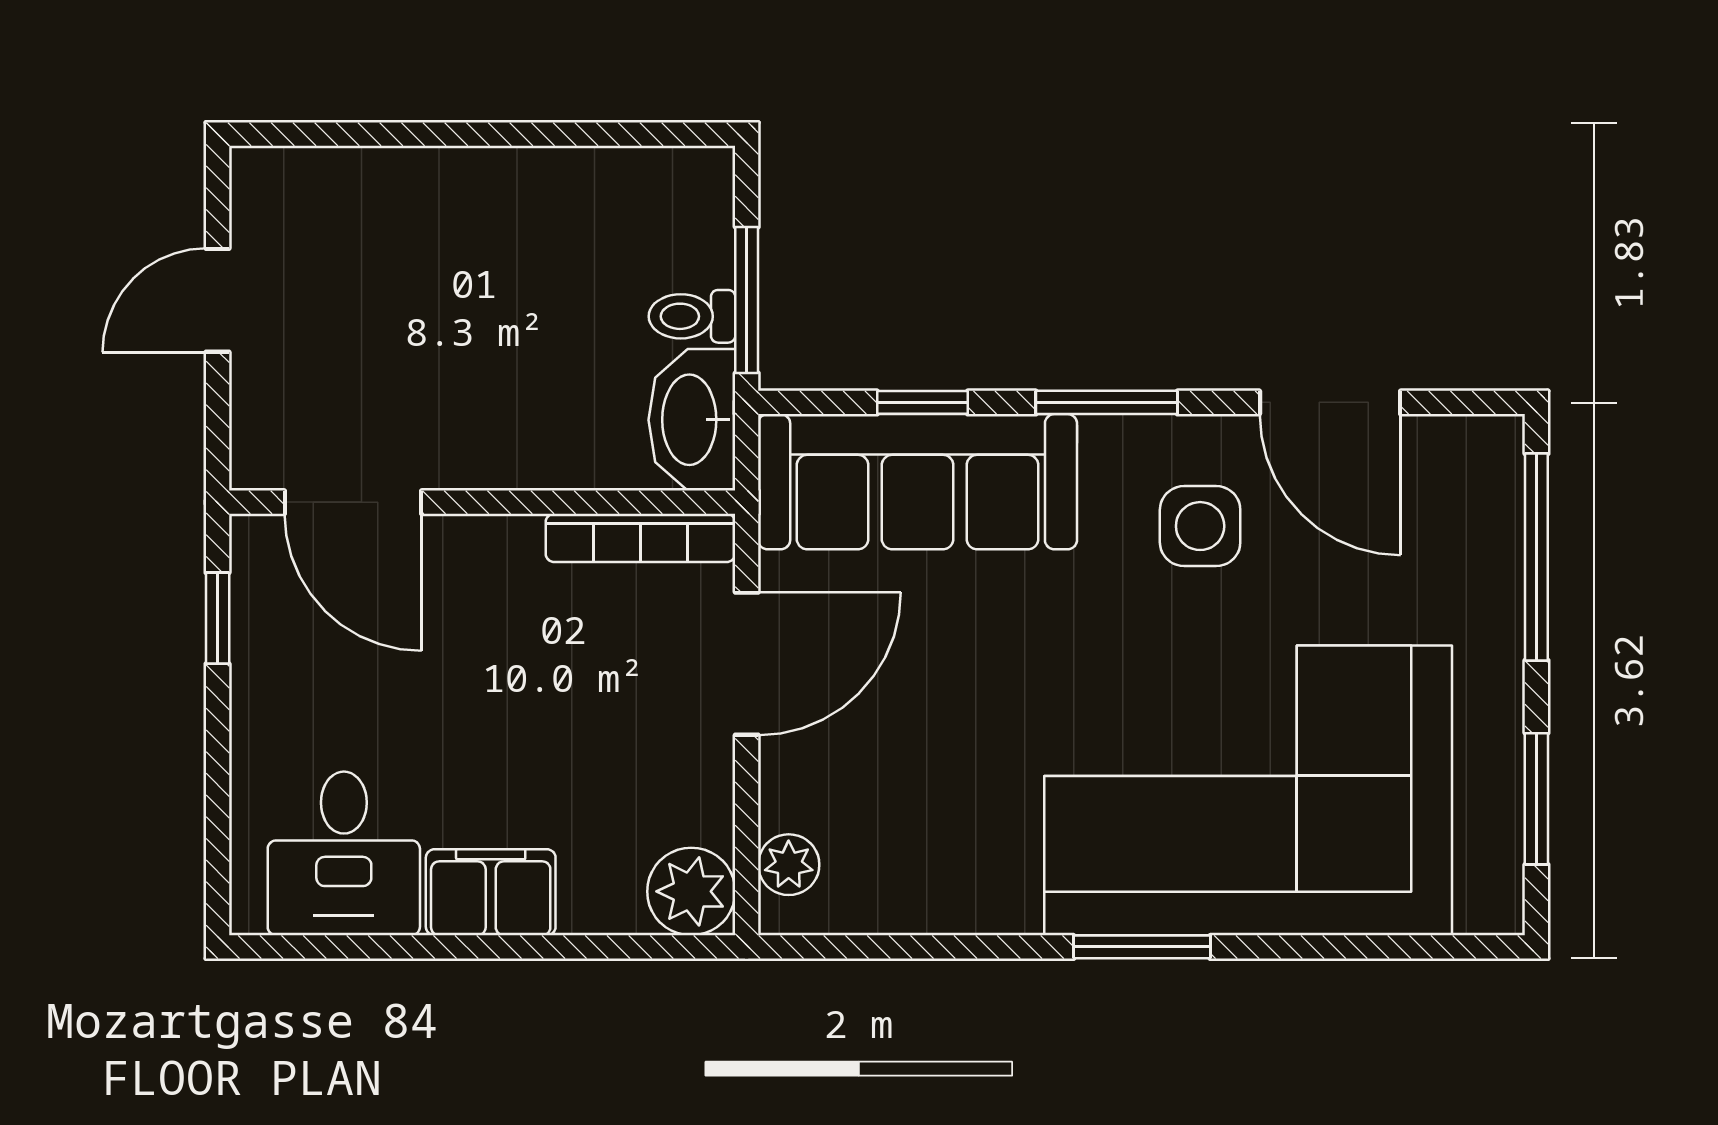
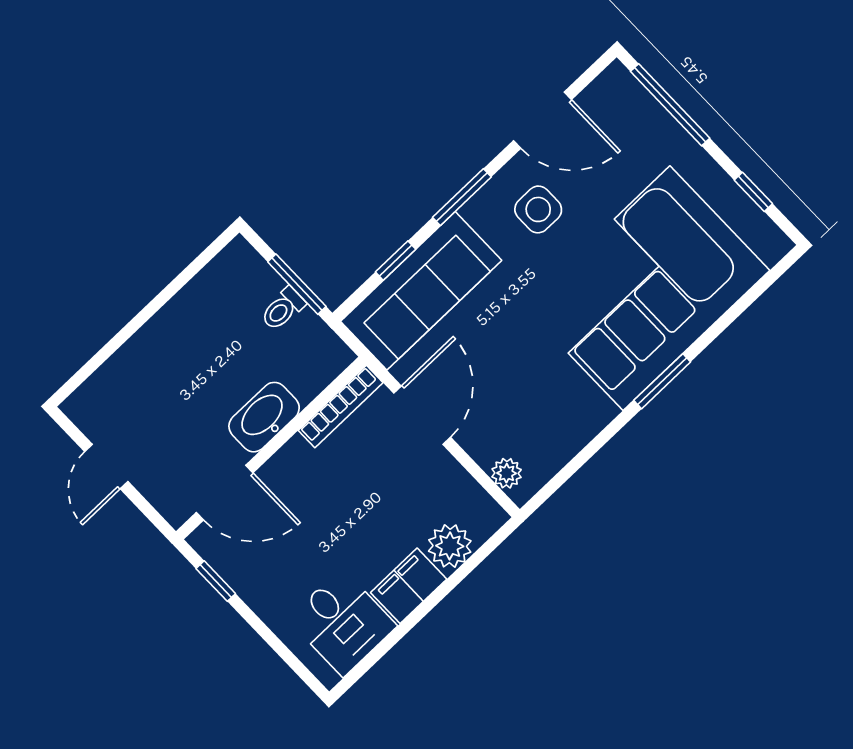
washbasin: (692, 420) -> (264, 417), moved, turned 90
window: (1536, 799) -> (753, 192), width x0.67
plant: (691, 891) -> (450, 546), moved

